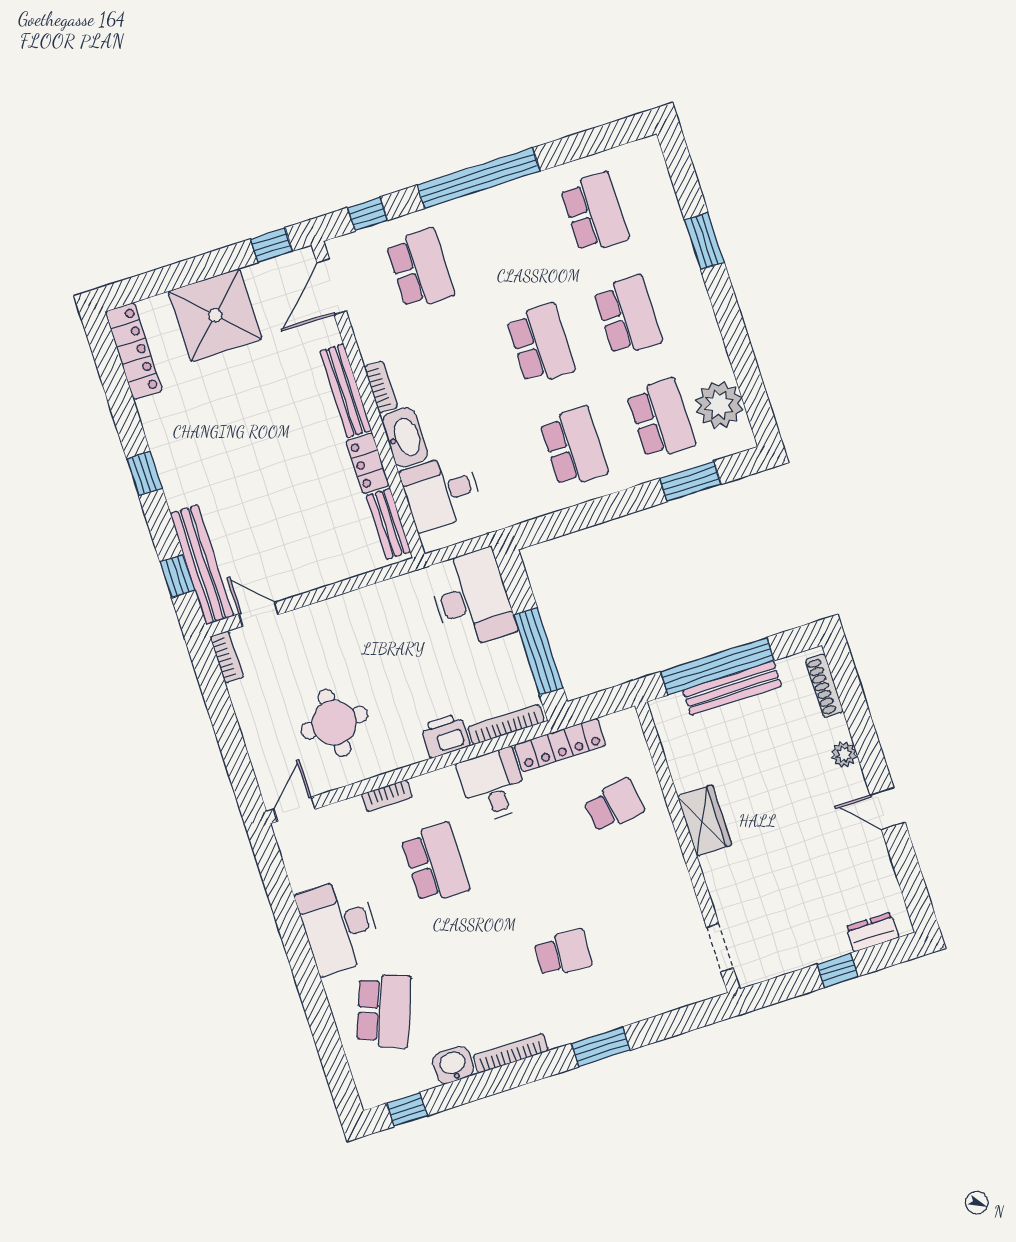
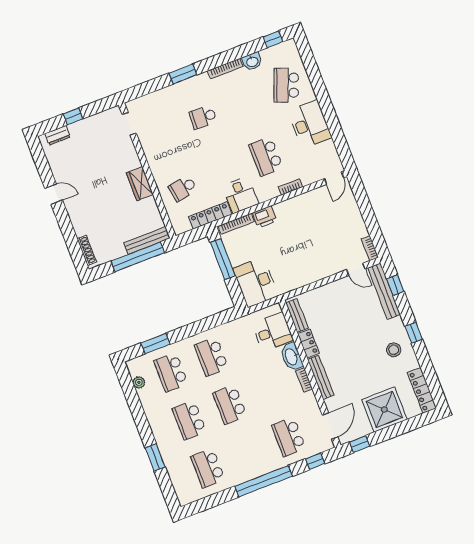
plant: (719, 405) -> (139, 382), width x0.53, depth x0.53
stool: (189, 440) -> (394, 350), added
bench: (732, 688) -> (147, 240), moved
round table: (334, 723) -> (317, 220), removed
plant: (844, 754) -> (76, 219), removed

